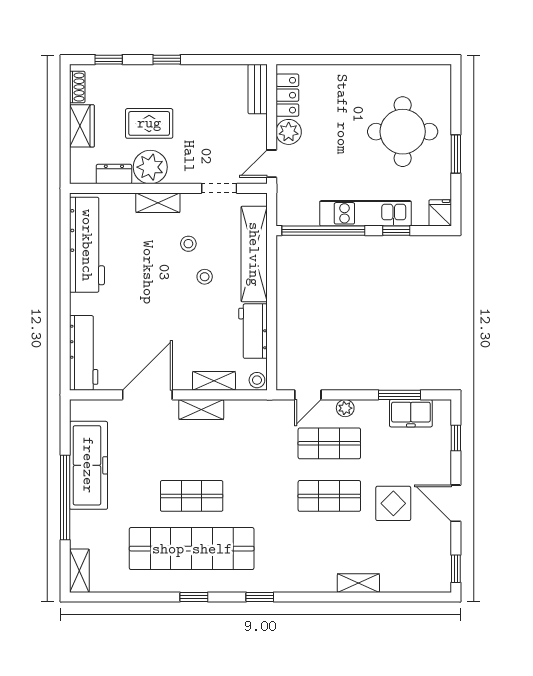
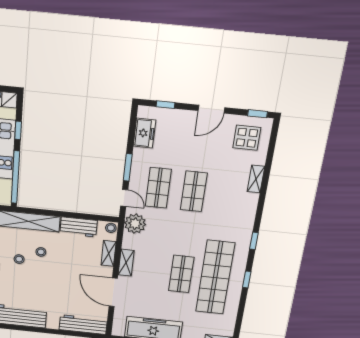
window: (400, 395) -> (128, 167), moved
plant: (345, 408) -> (135, 224), moved, width x1.87, depth x1.87
display table: (393, 503) -> (247, 138), moved

